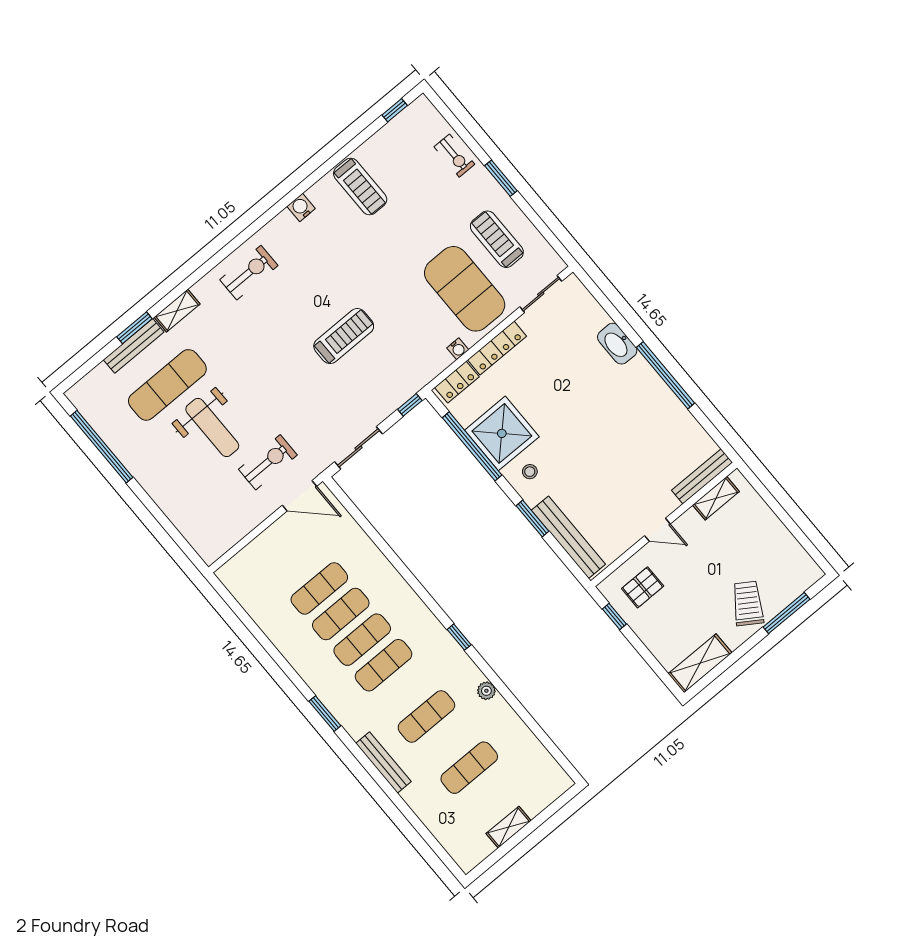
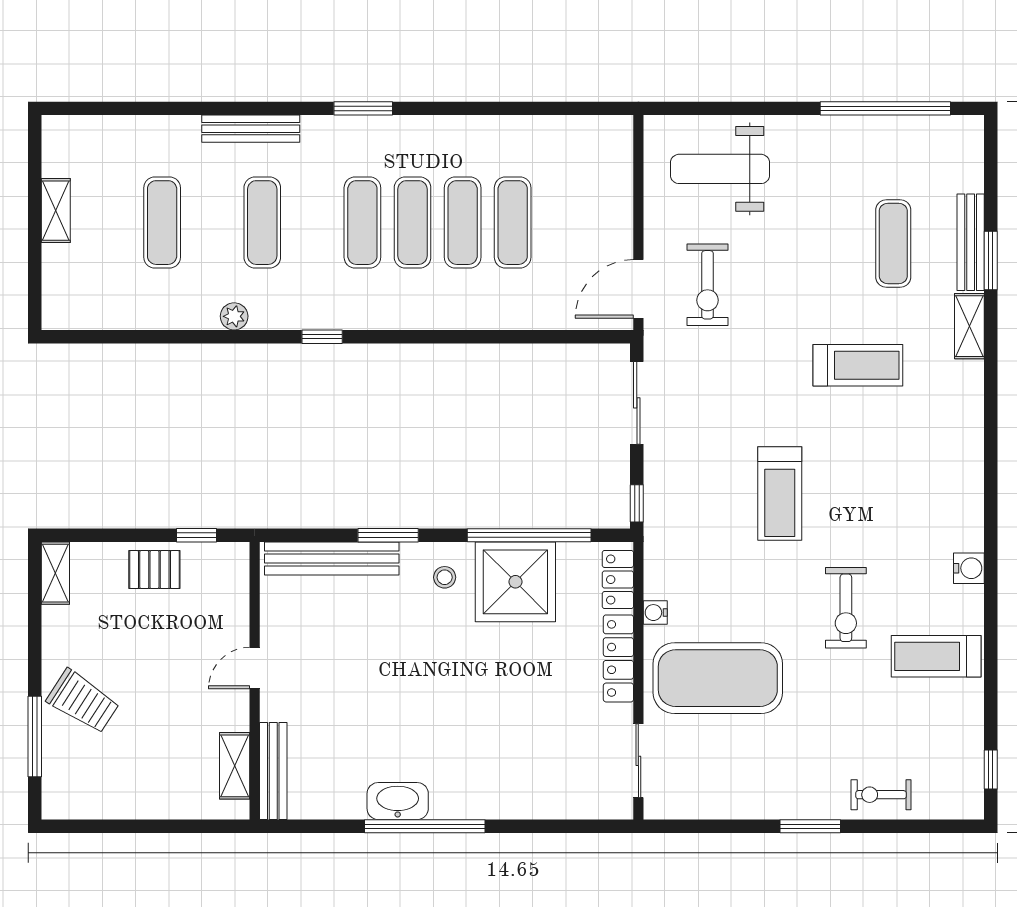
treadmill: (497, 239) -> (858, 365), moved
exercise bike: (249, 273) -> (846, 608), moved
washbasin: (617, 344) -> (398, 801), moved
exercise mat: (167, 385) -> (893, 243), width x0.73, depth x0.69
weight bench: (212, 427) -> (720, 169), moved
pallet: (643, 587) -> (154, 570), moved, turned 90
shelving: (700, 663) -> (55, 573), width x0.67, depth x0.75

